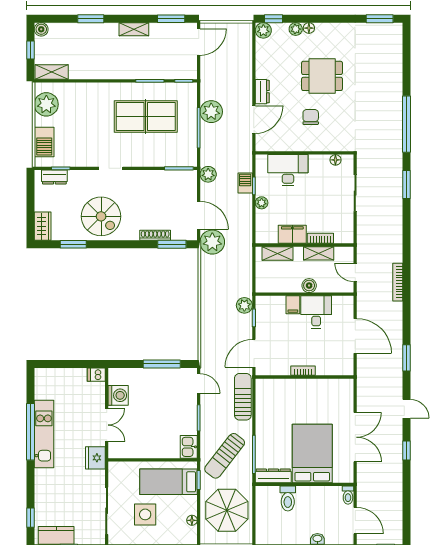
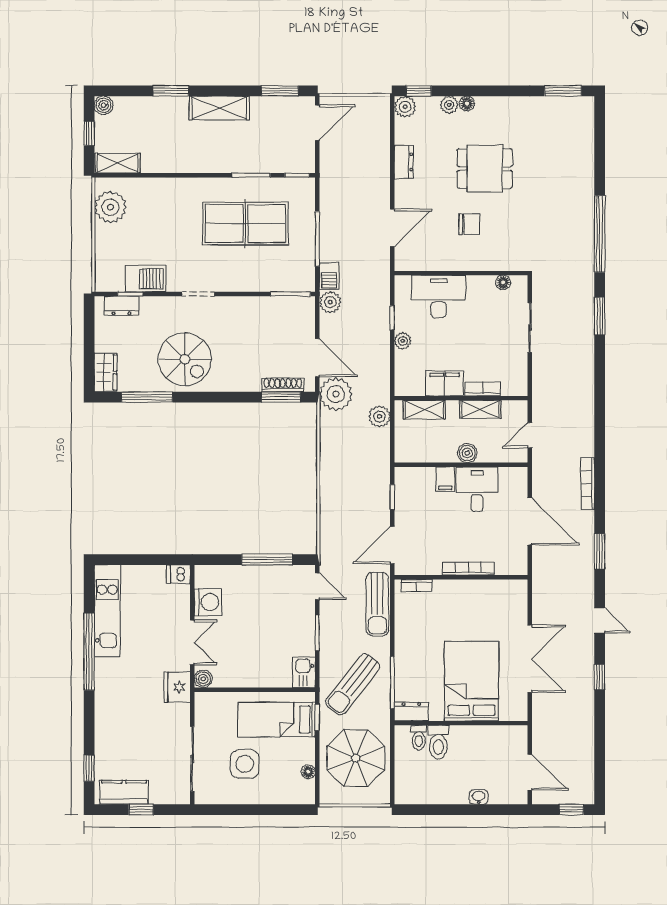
shelving: (134, 29) -> (219, 108), width x1.50, depth x1.33
dresser: (262, 92) -> (404, 162), moved
plant: (211, 112) -> (334, 217), removed
chair: (311, 117) -> (469, 224), turned 90
barbecue: (44, 142) -> (145, 279), moved, turned -90
barbecue: (245, 183) -> (329, 276), moved, turned 180
shoe rack: (155, 235) -> (283, 385), moved
window: (73, 244) -> (147, 397), width x1.44
door: (355, 272) -> (530, 435), hinge flipped
bookcase: (398, 282) -> (588, 484), moved
plant: (244, 305) -> (379, 416), moved
bookcase: (303, 371) -> (468, 569), width x1.56
bookcase: (272, 383) -> (416, 586), added
sun lounger: (243, 397) -> (377, 604), turned 180
kitchen unit: (44, 434) -> (107, 611), moved
boiler: (115, 452) -> (203, 679), added
dresser: (273, 476) -> (411, 712), width x0.70
toilet: (348, 495) -> (419, 738), moved

